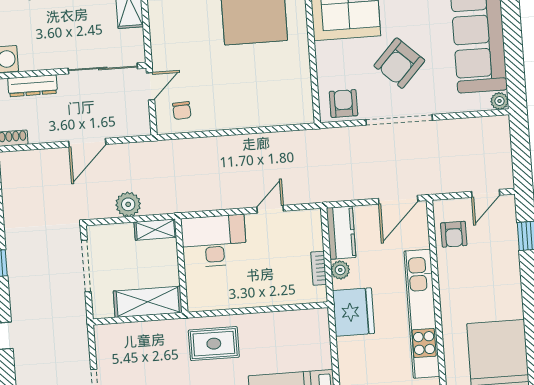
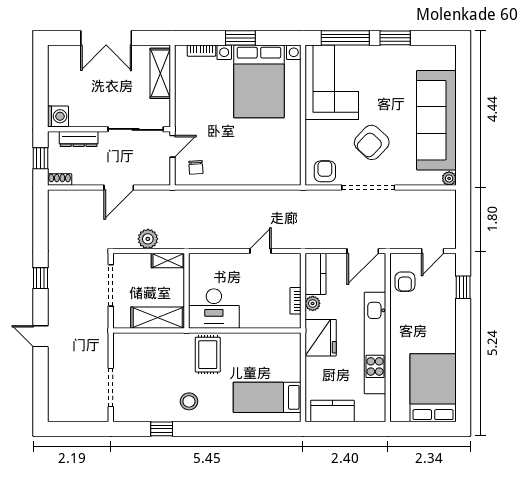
desk: (214, 241) -> (214, 308), moved, turned 180
rug: (214, 344) -> (208, 355), turned 90

